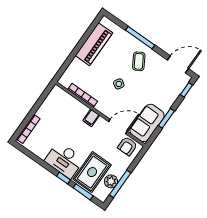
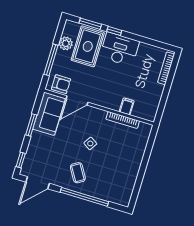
window: (140, 38) -> (84, 197), width x1.46
piano: (94, 44) -> (128, 175), removed
filing cabinet: (91, 118) -> (127, 106), moved
armchair: (127, 146) -> (61, 84), turned 90
window: (120, 184) -> (51, 60), moved

